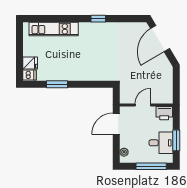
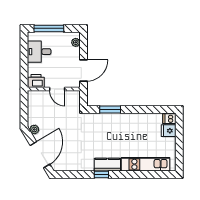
kitchen counter: (92, 29) -> (107, 165), added
plant: (166, 64) -> (34, 129), added
window: (57, 84) -> (110, 110), moved
door: (143, 105) -> (57, 89), hinge flipped
window: (176, 140) -> (24, 54), removed

